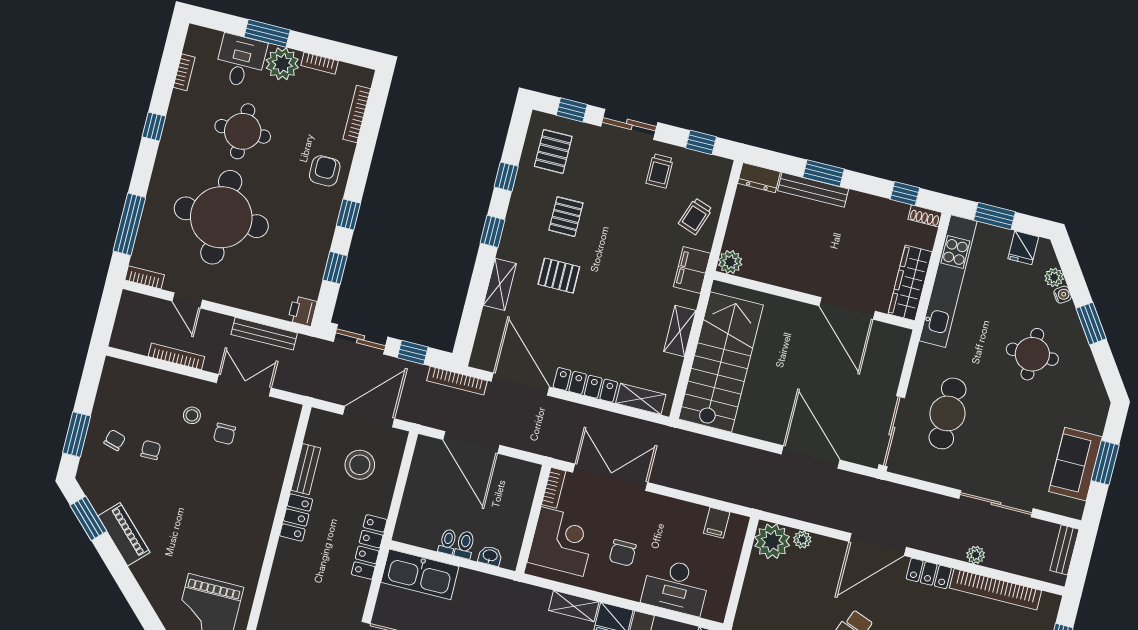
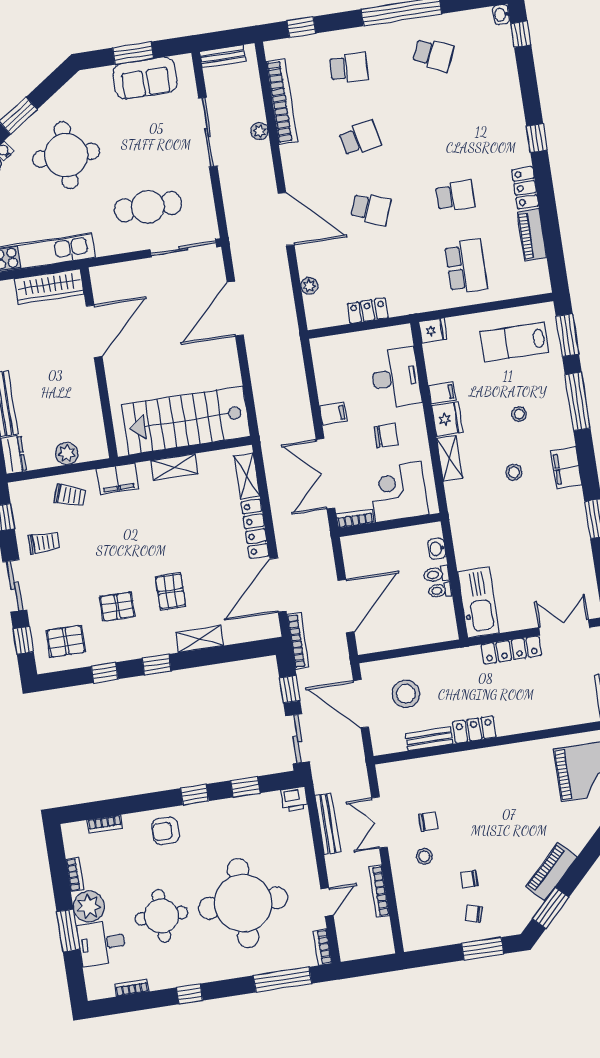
bookcase: (357, 114) -> (105, 824), width x0.64
plant: (730, 262) -> (67, 453), moved
round table: (1032, 354) -> (66, 155), width x1.36, depth x1.36
filing cabinet: (717, 523) -> (333, 414), moved
plant: (772, 541) -> (322, 311), removed
locker: (369, 547) -> (511, 650), moved
locker: (929, 573) -> (368, 311), moved, turned -90

